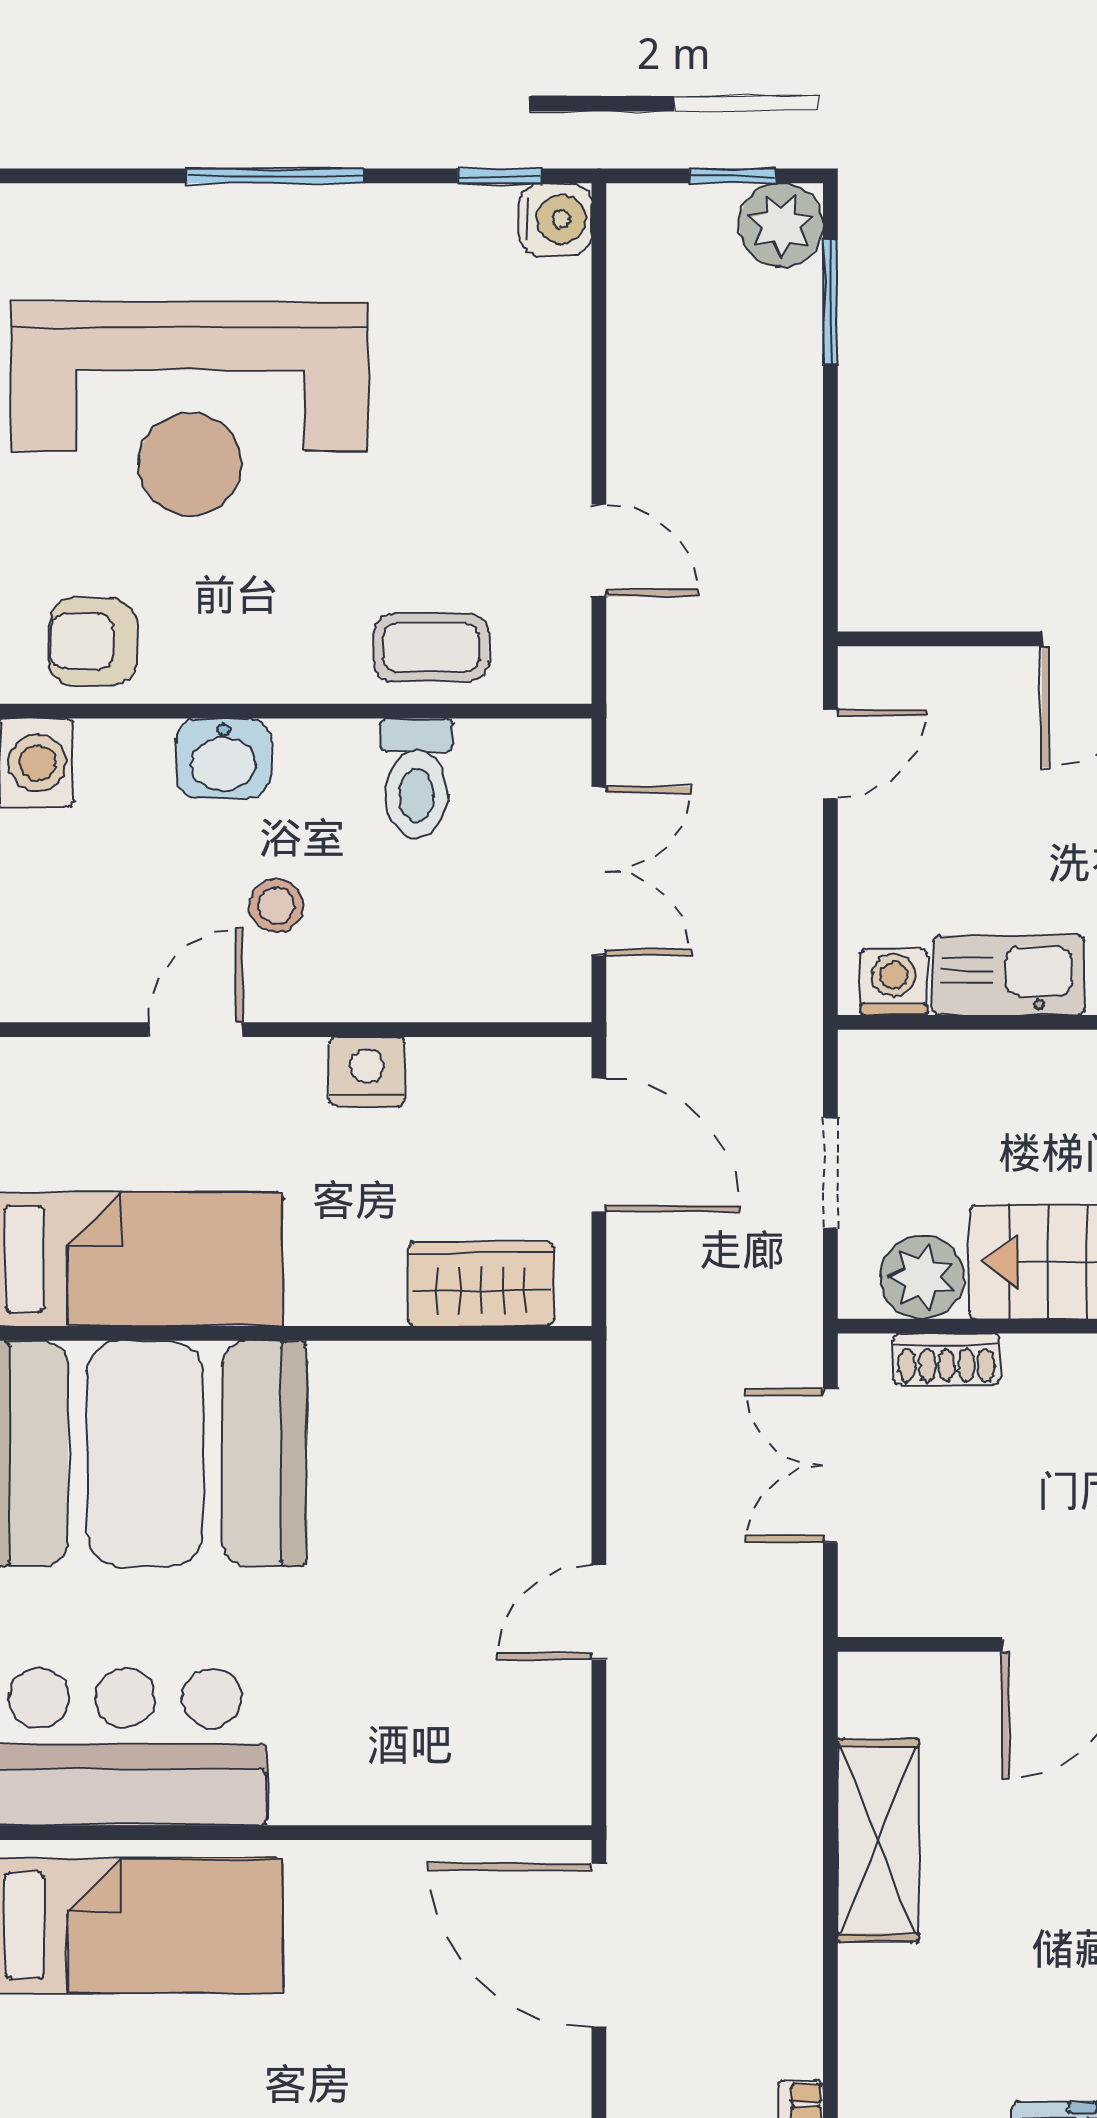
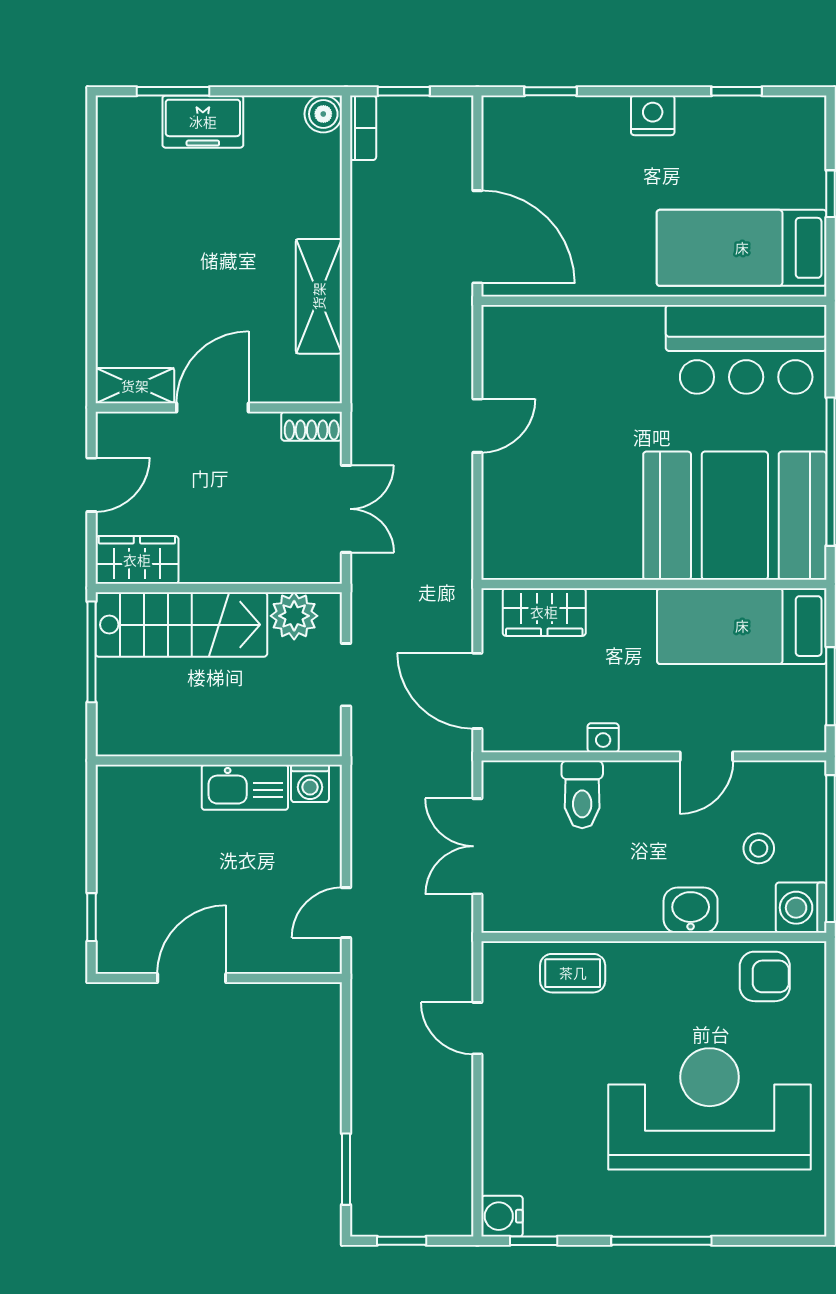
plant: (781, 225) -> (374, 1213), removed
toilet: (417, 778) -> (582, 794), moved, turned 180
stool: (276, 906) -> (759, 848), moved
nightstand: (367, 1071) -> (603, 738), width x0.72, depth x0.74
shoe rack: (947, 1359) -> (312, 426), moved, turned 180

